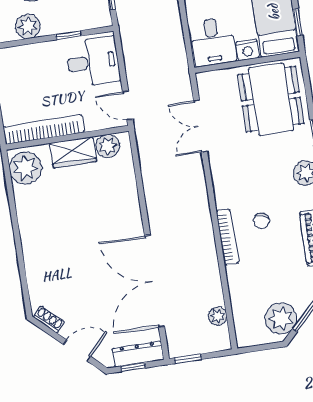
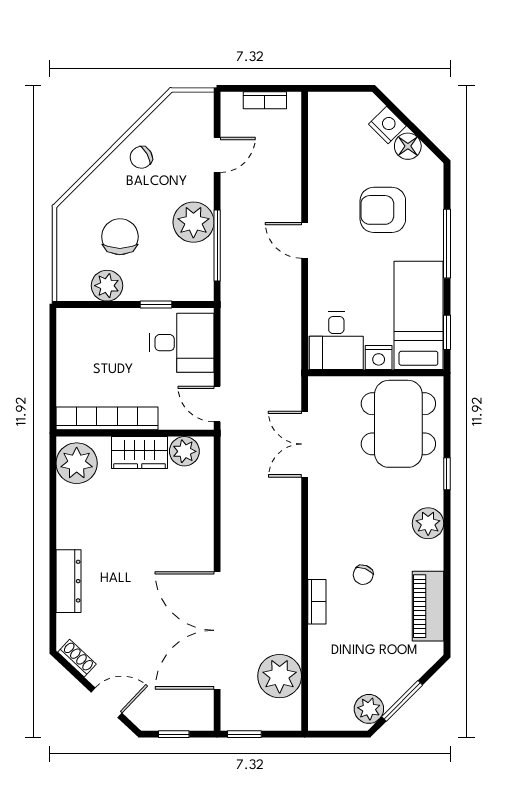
bookcase: (227, 237) -> (317, 602), width x0.64
plant: (218, 316) -> (280, 676), width x1.87, depth x1.87
plant: (281, 318) -> (369, 709), width x0.73, depth x0.73
dresser: (138, 354) -> (69, 581), moved, turned 90

